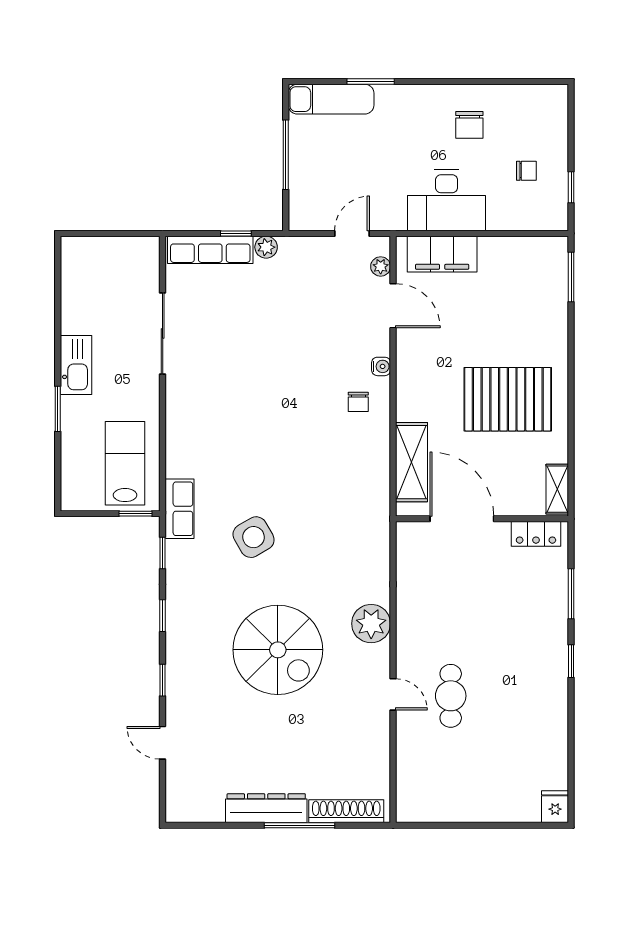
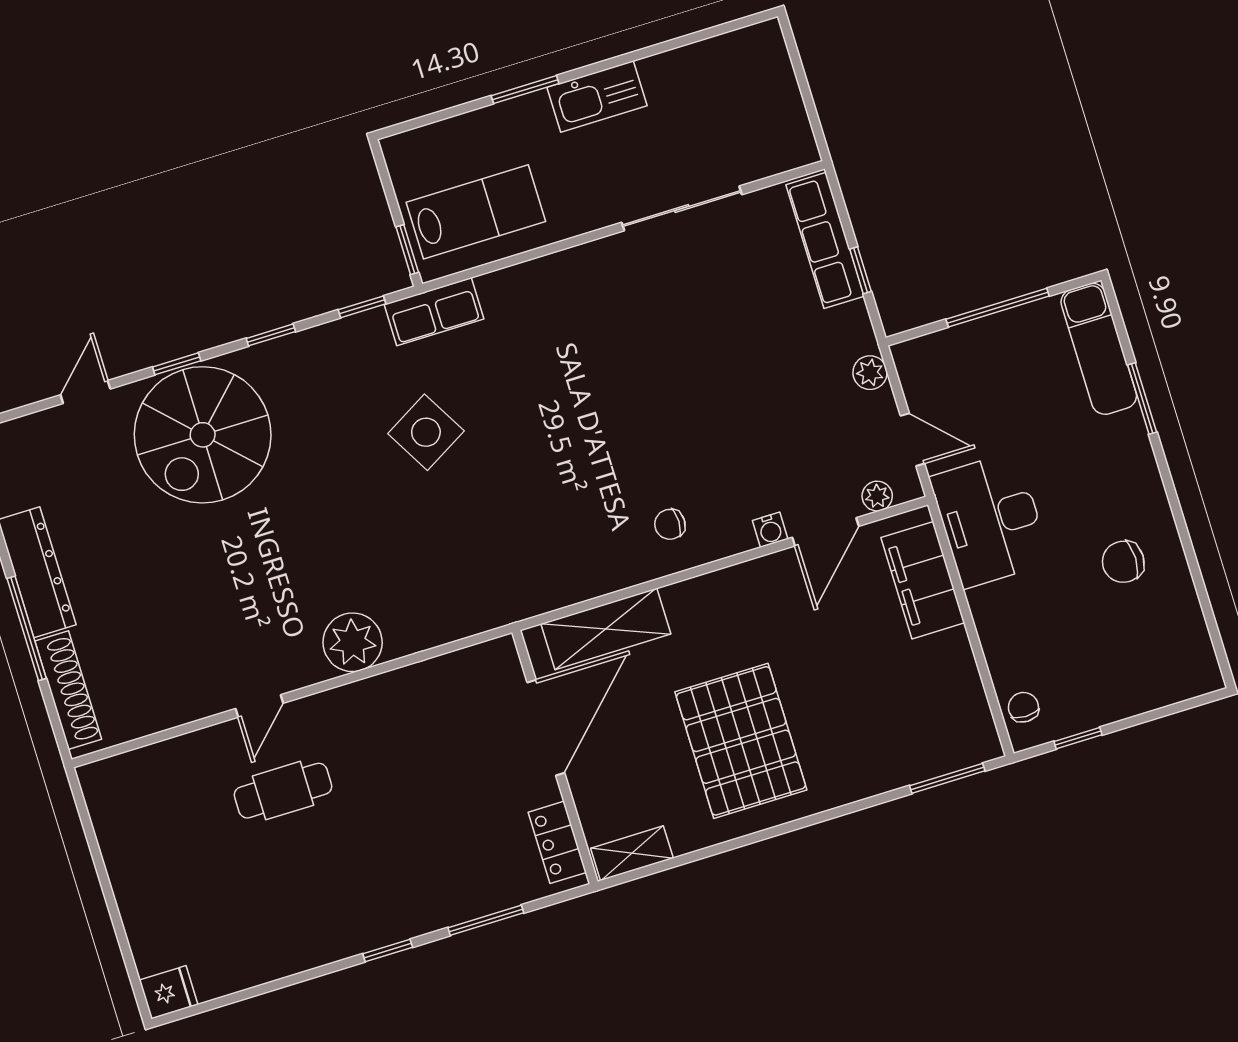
chair: (526, 171) -> (1023, 707), moved, turned 180
desk: (447, 200) -> (990, 520), moved
plant: (266, 247) -> (870, 373), moved
water cooler: (381, 366) -> (770, 530), moved
spiral stairs: (278, 650) -> (203, 435), moved

